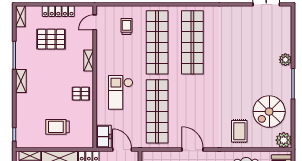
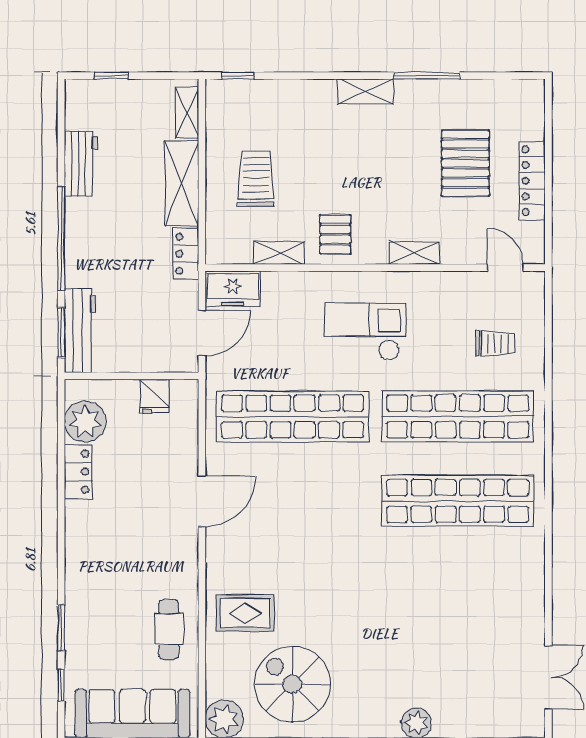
shelving: (20, 16) -> (279, 253), moved
checkout: (121, 92) -> (365, 332), moved

